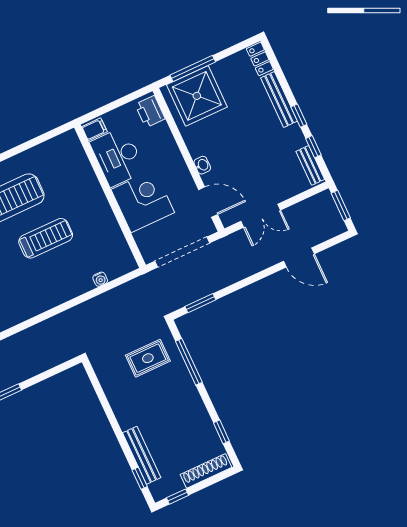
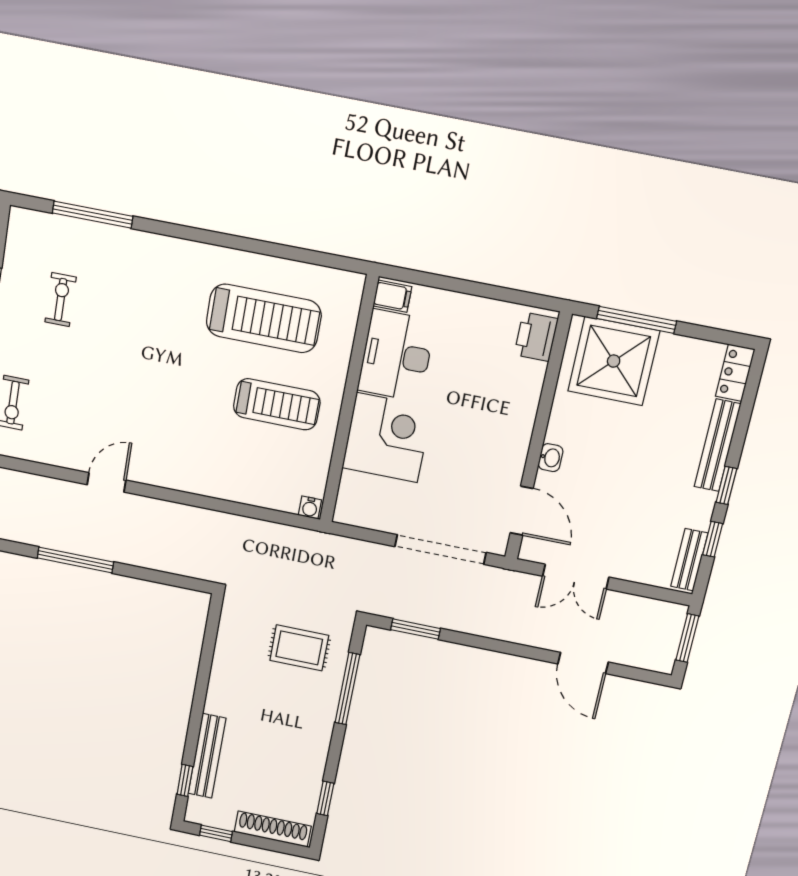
filing cabinet: (94, 129) -> (392, 296), moved
desk: (118, 157) -> (396, 356), moved
wall: (110, 196) -> (349, 400), moved
corner desk: (143, 201) -> (387, 438), moved

